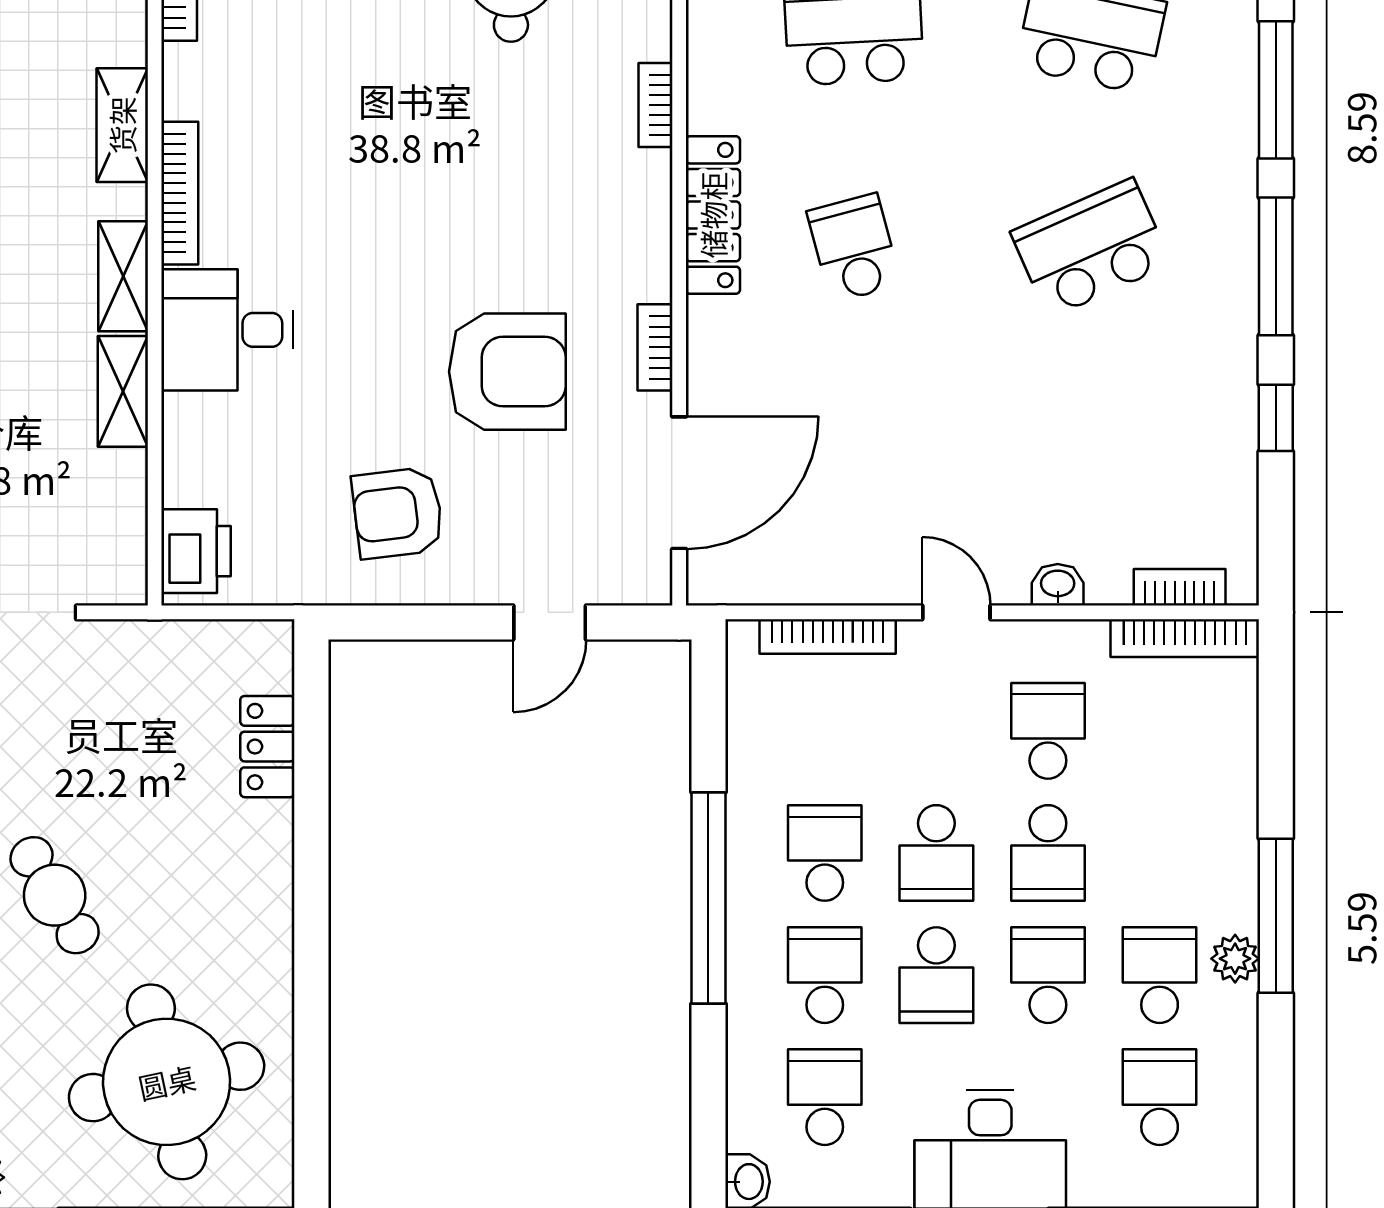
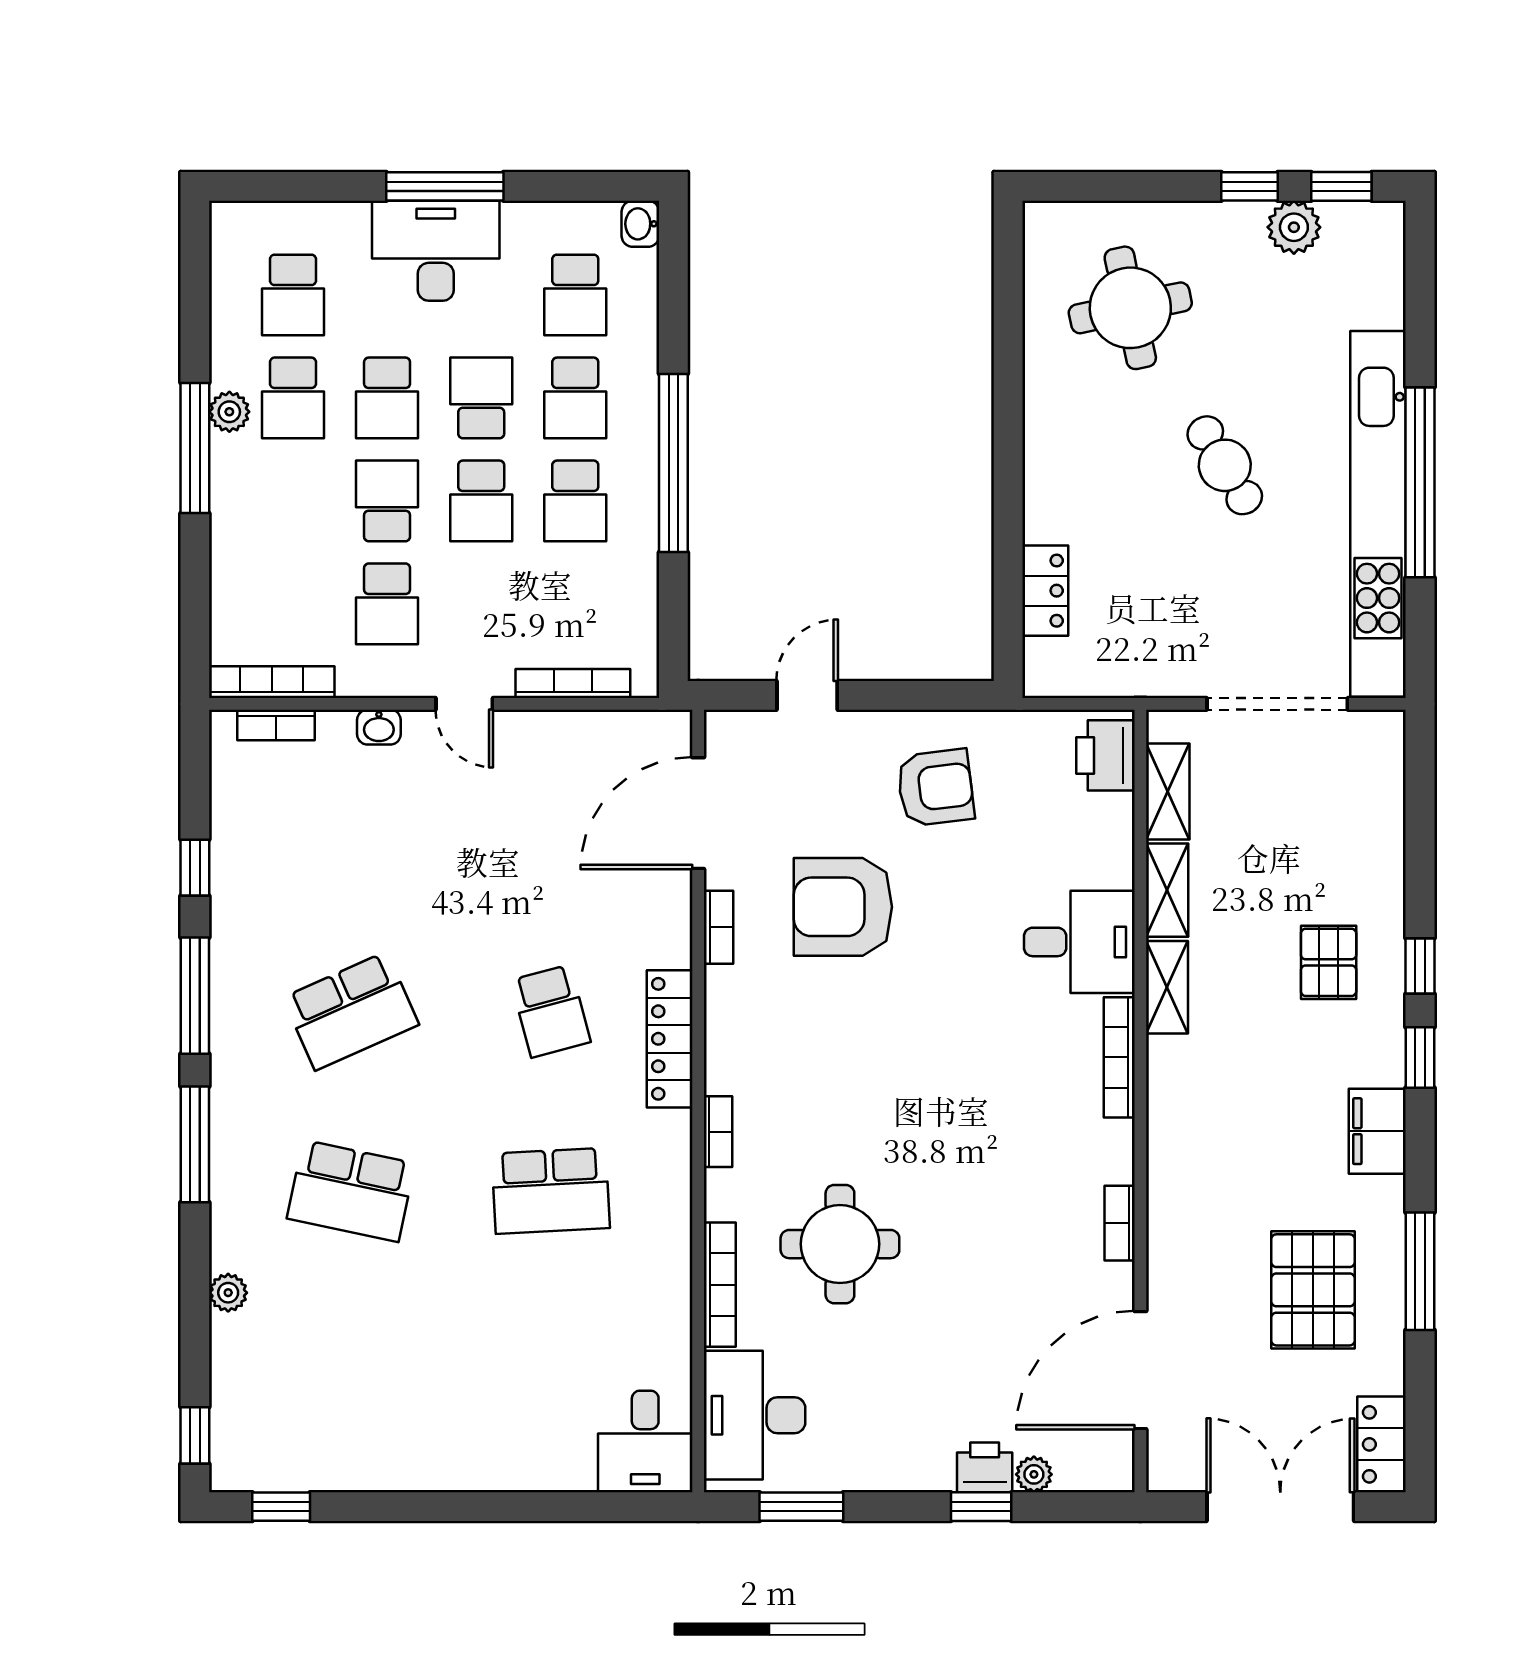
shelving: (122, 125) -> (1168, 792), moved
school desk: (936, 853) -> (481, 501), turned 180
round table: (167, 1082) -> (1130, 308), width x0.73, depth x0.73

